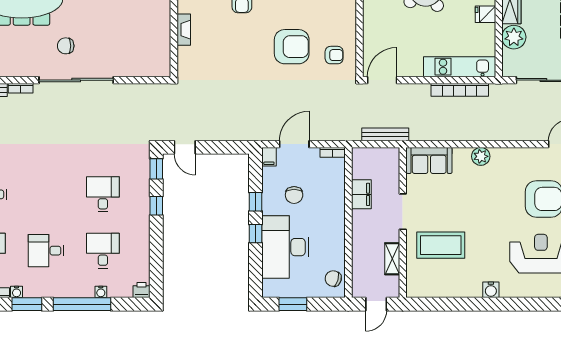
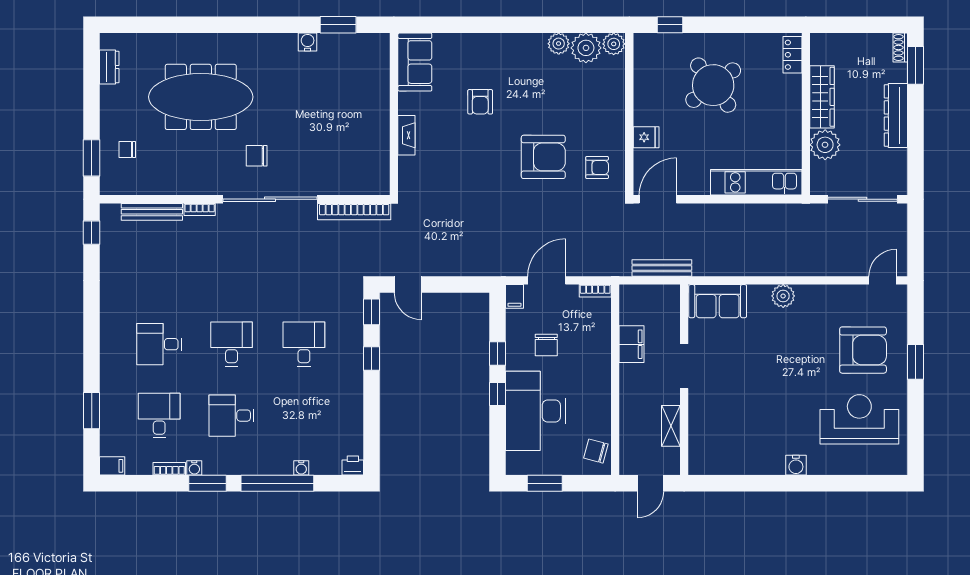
fridge: (485, 14) -> (646, 137), moved, turned 180
bookcase: (460, 90) -> (354, 212), moved
coffee table: (441, 245) -> (732, 409), removed
desk: (103, 251) -> (232, 344), moved

